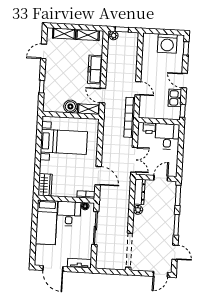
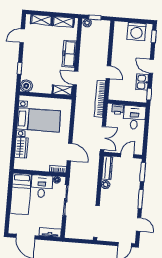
boiler: (70, 107) -> (26, 86), moved
wardrobe: (45, 185) -> (21, 148), moved

